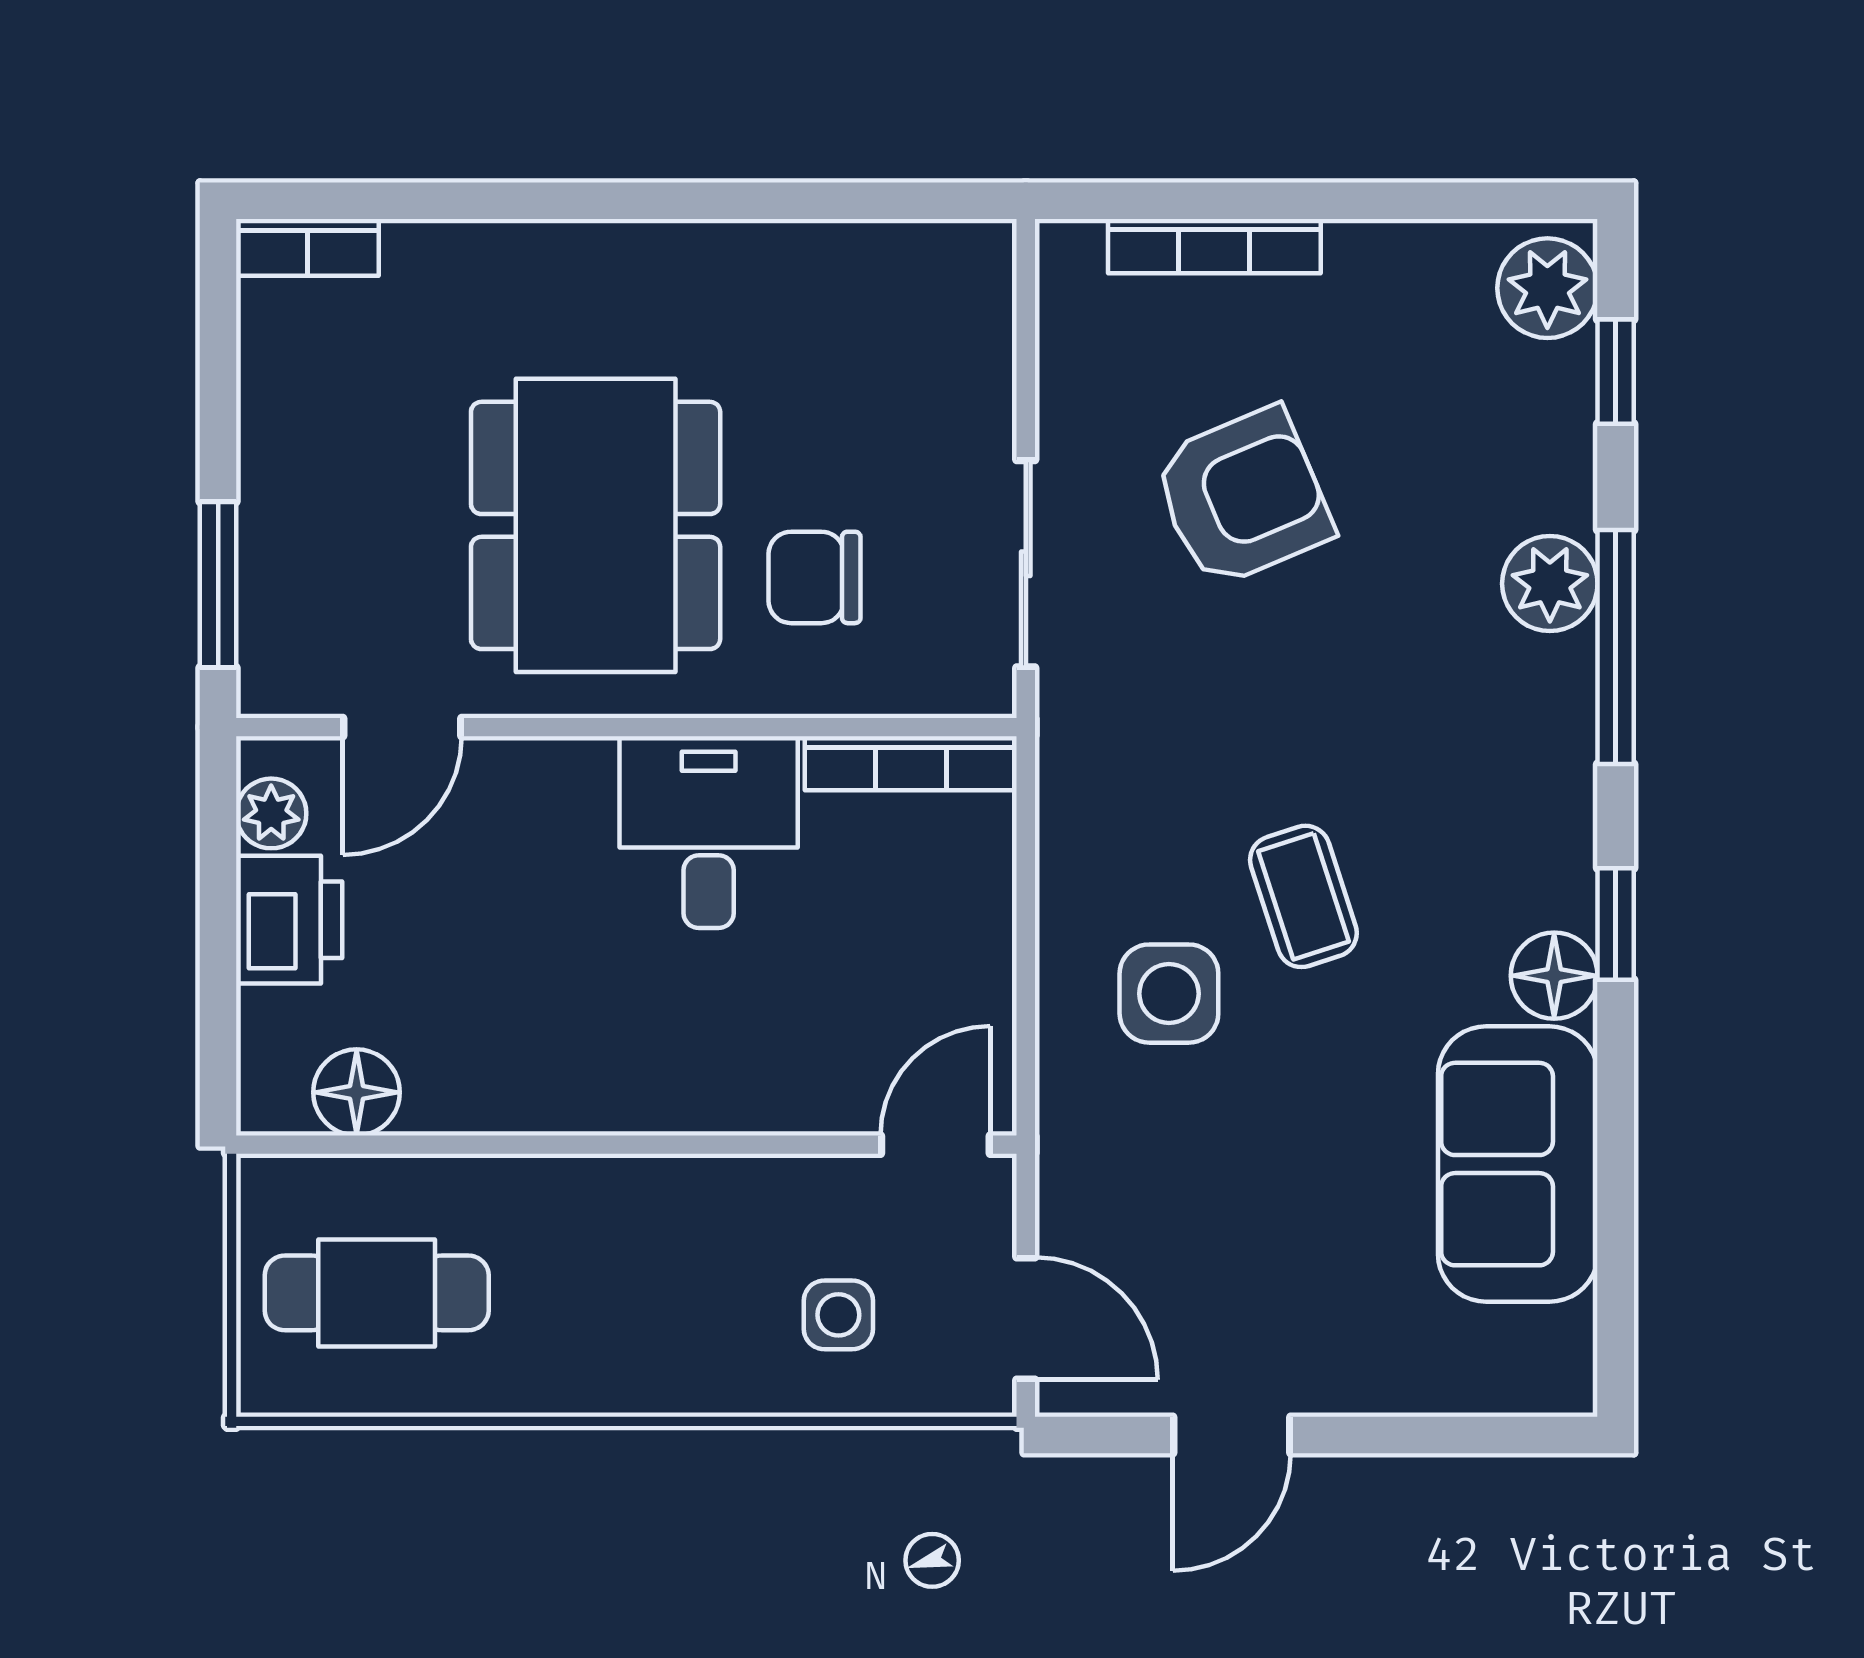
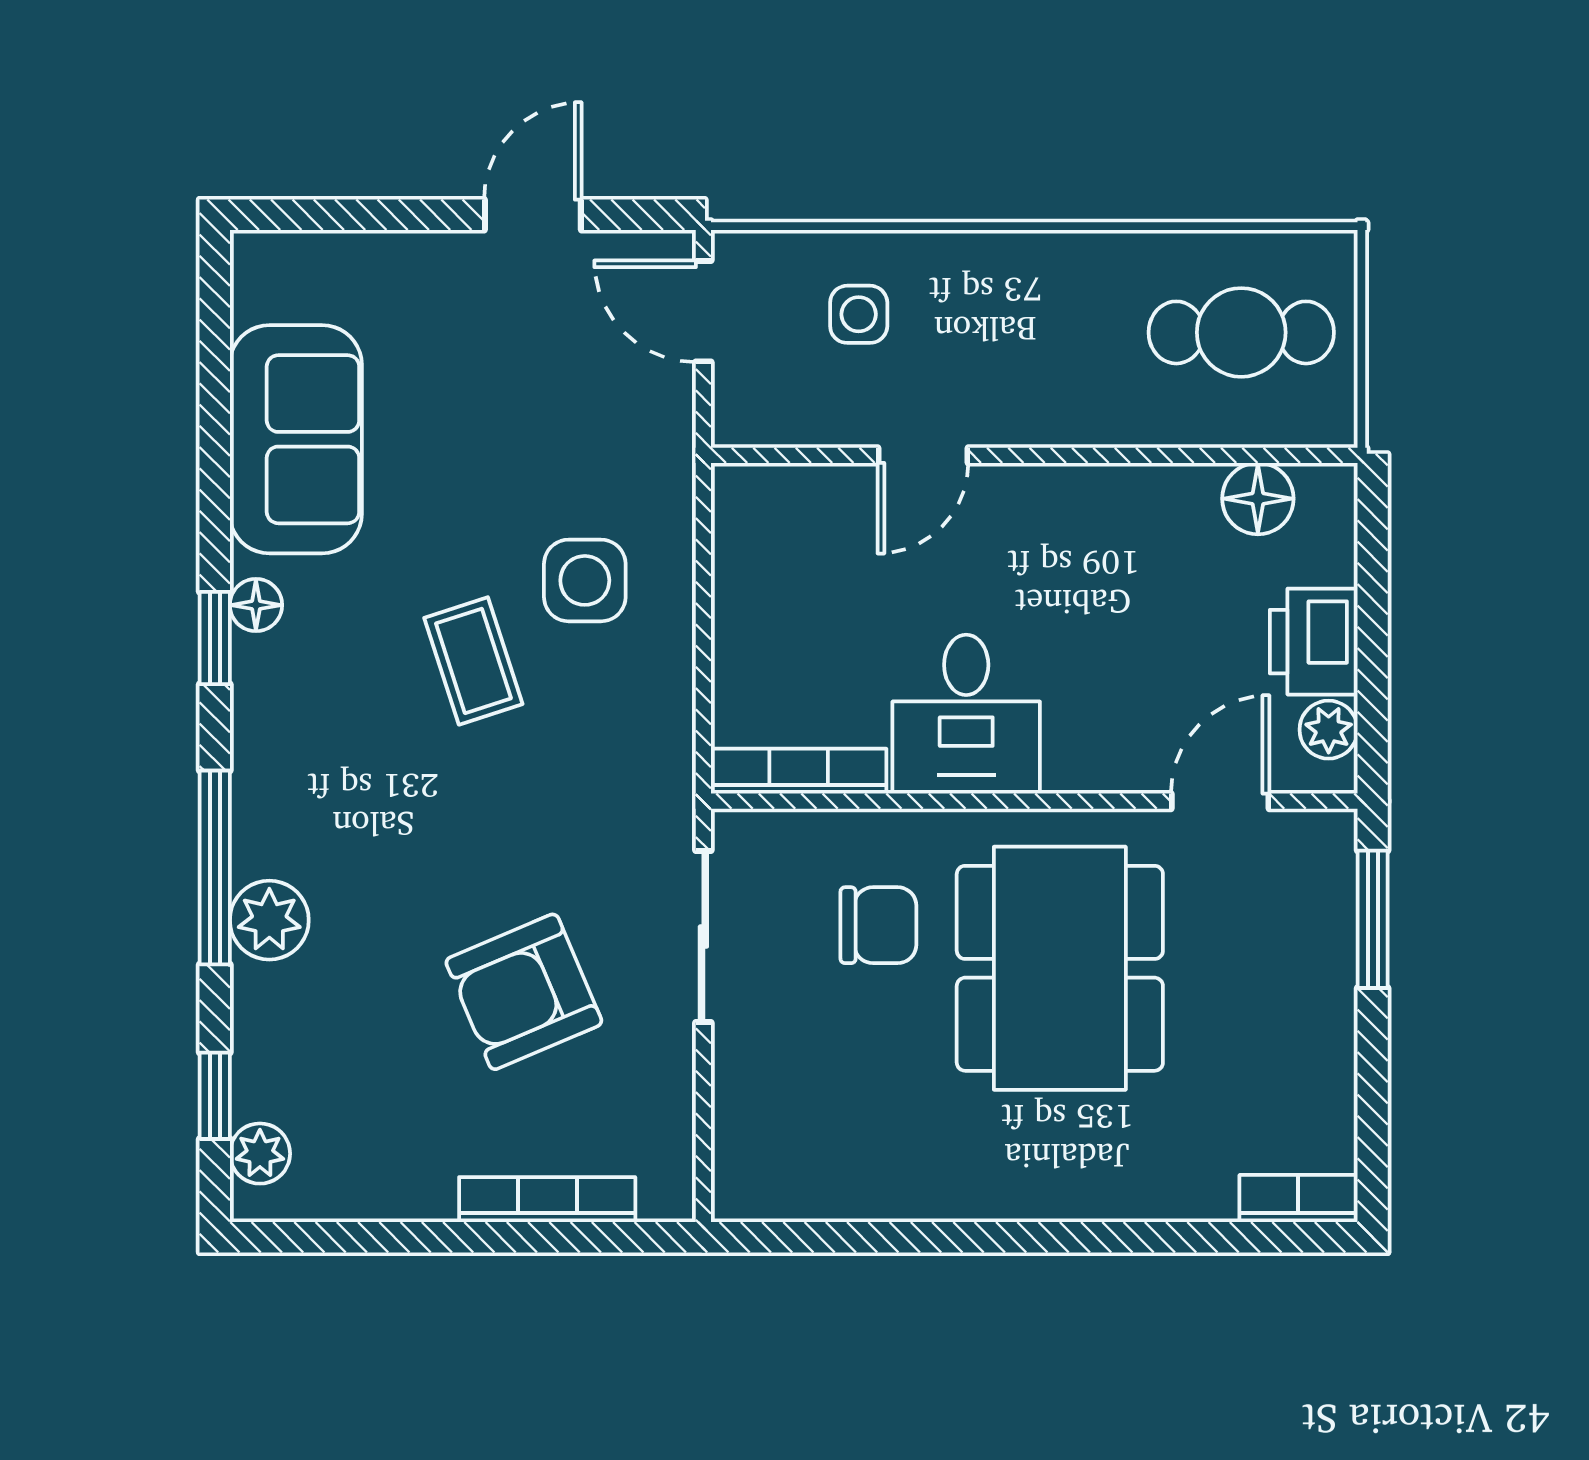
plant: (1547, 288) -> (260, 1154), width x0.73, depth x0.73
floor lamp: (1554, 976) -> (256, 605), width x0.73, depth x0.73
door: (935, 1145) -> (923, 455), moved

